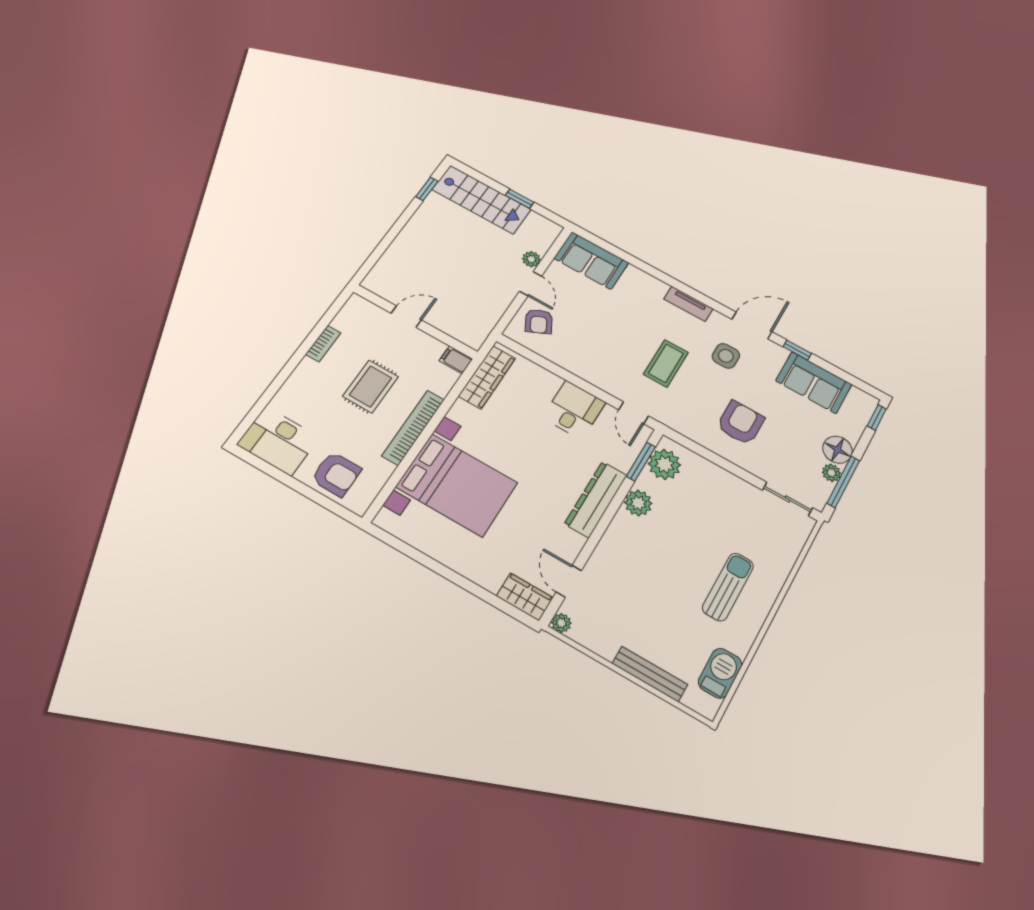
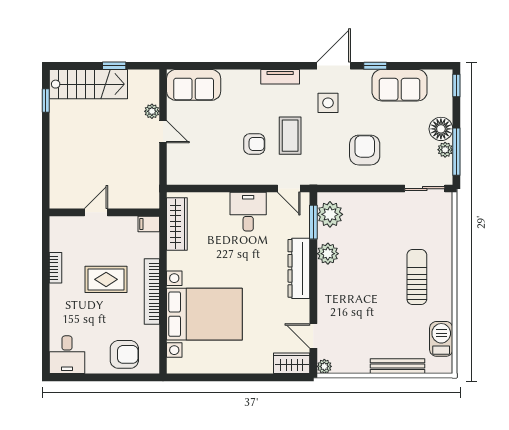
armchair: (539, 321) -> (254, 144), moved, turned -63
rug: (371, 387) -> (106, 279), turned 90
desk: (278, 441) -> (67, 355), width x0.73

